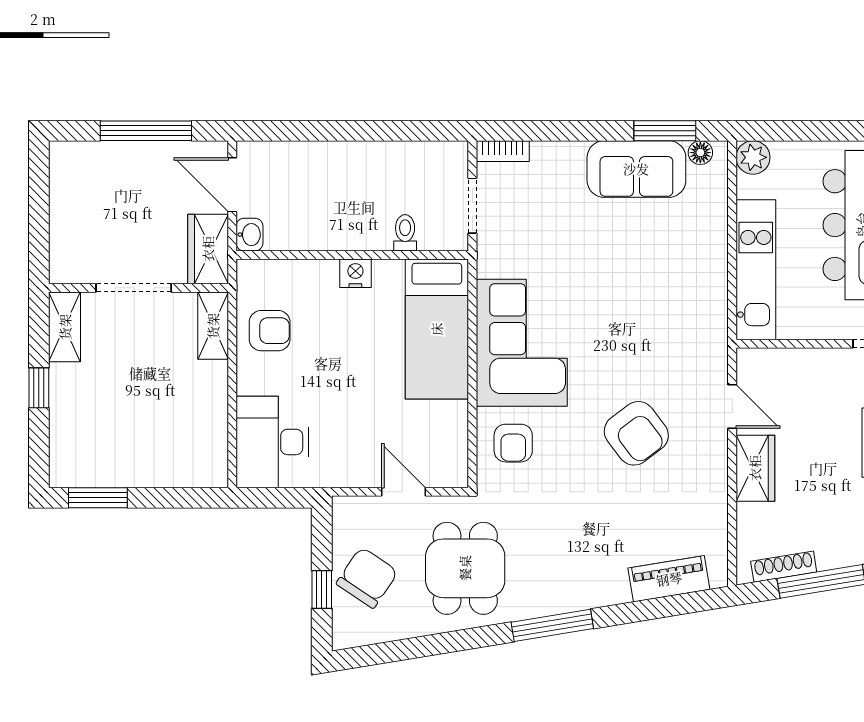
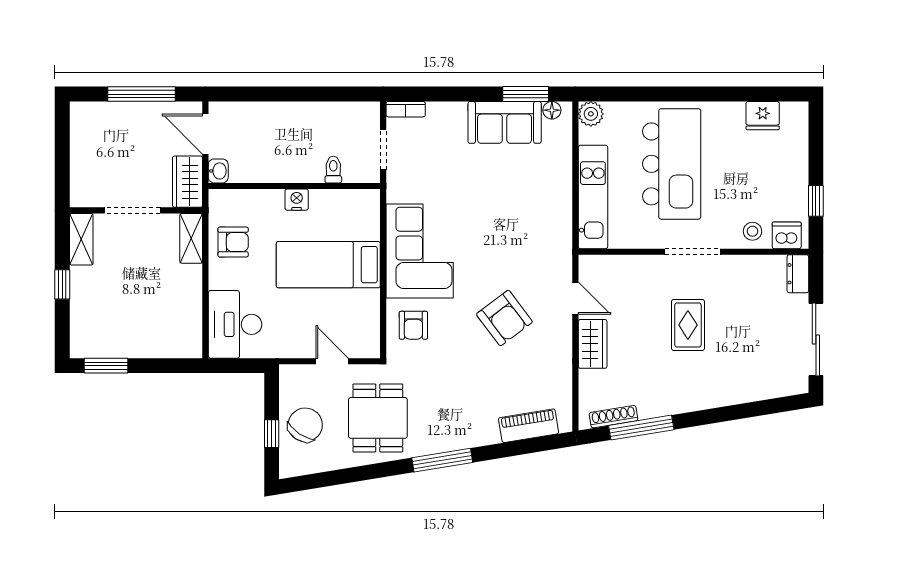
bed: (437, 329) -> (328, 265), moved, turned 90

